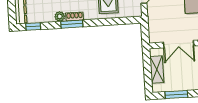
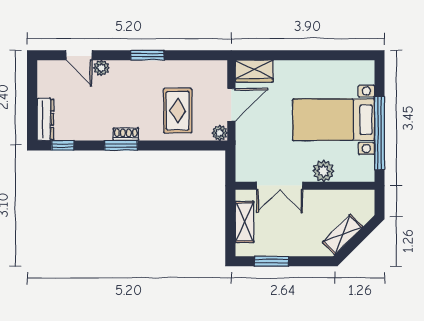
plant: (60, 16) -> (220, 133), moved

